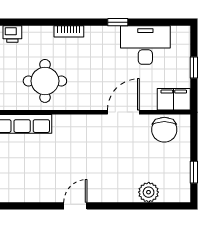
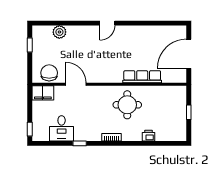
desk: (145, 45) -> (62, 128), width x0.73
window: (194, 67) -> (30, 129), moved
door: (123, 112) -> (76, 84), swing flipped

